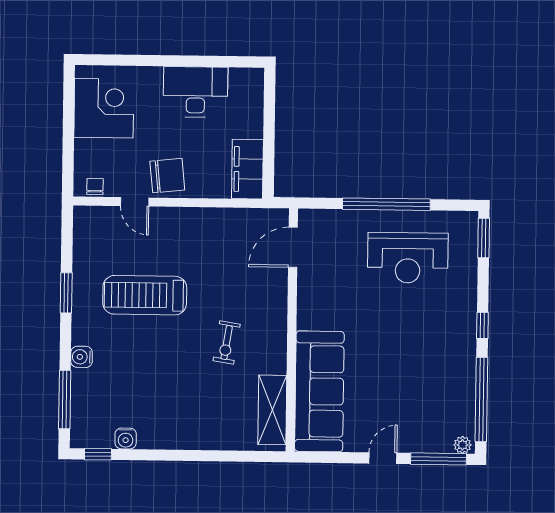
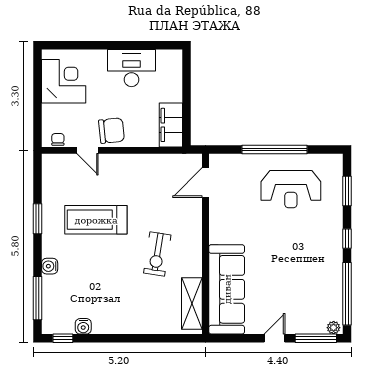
window: (484, 238) -> (347, 191), moved
exercise bike: (227, 342) -> (157, 254), width x1.38, depth x1.39

